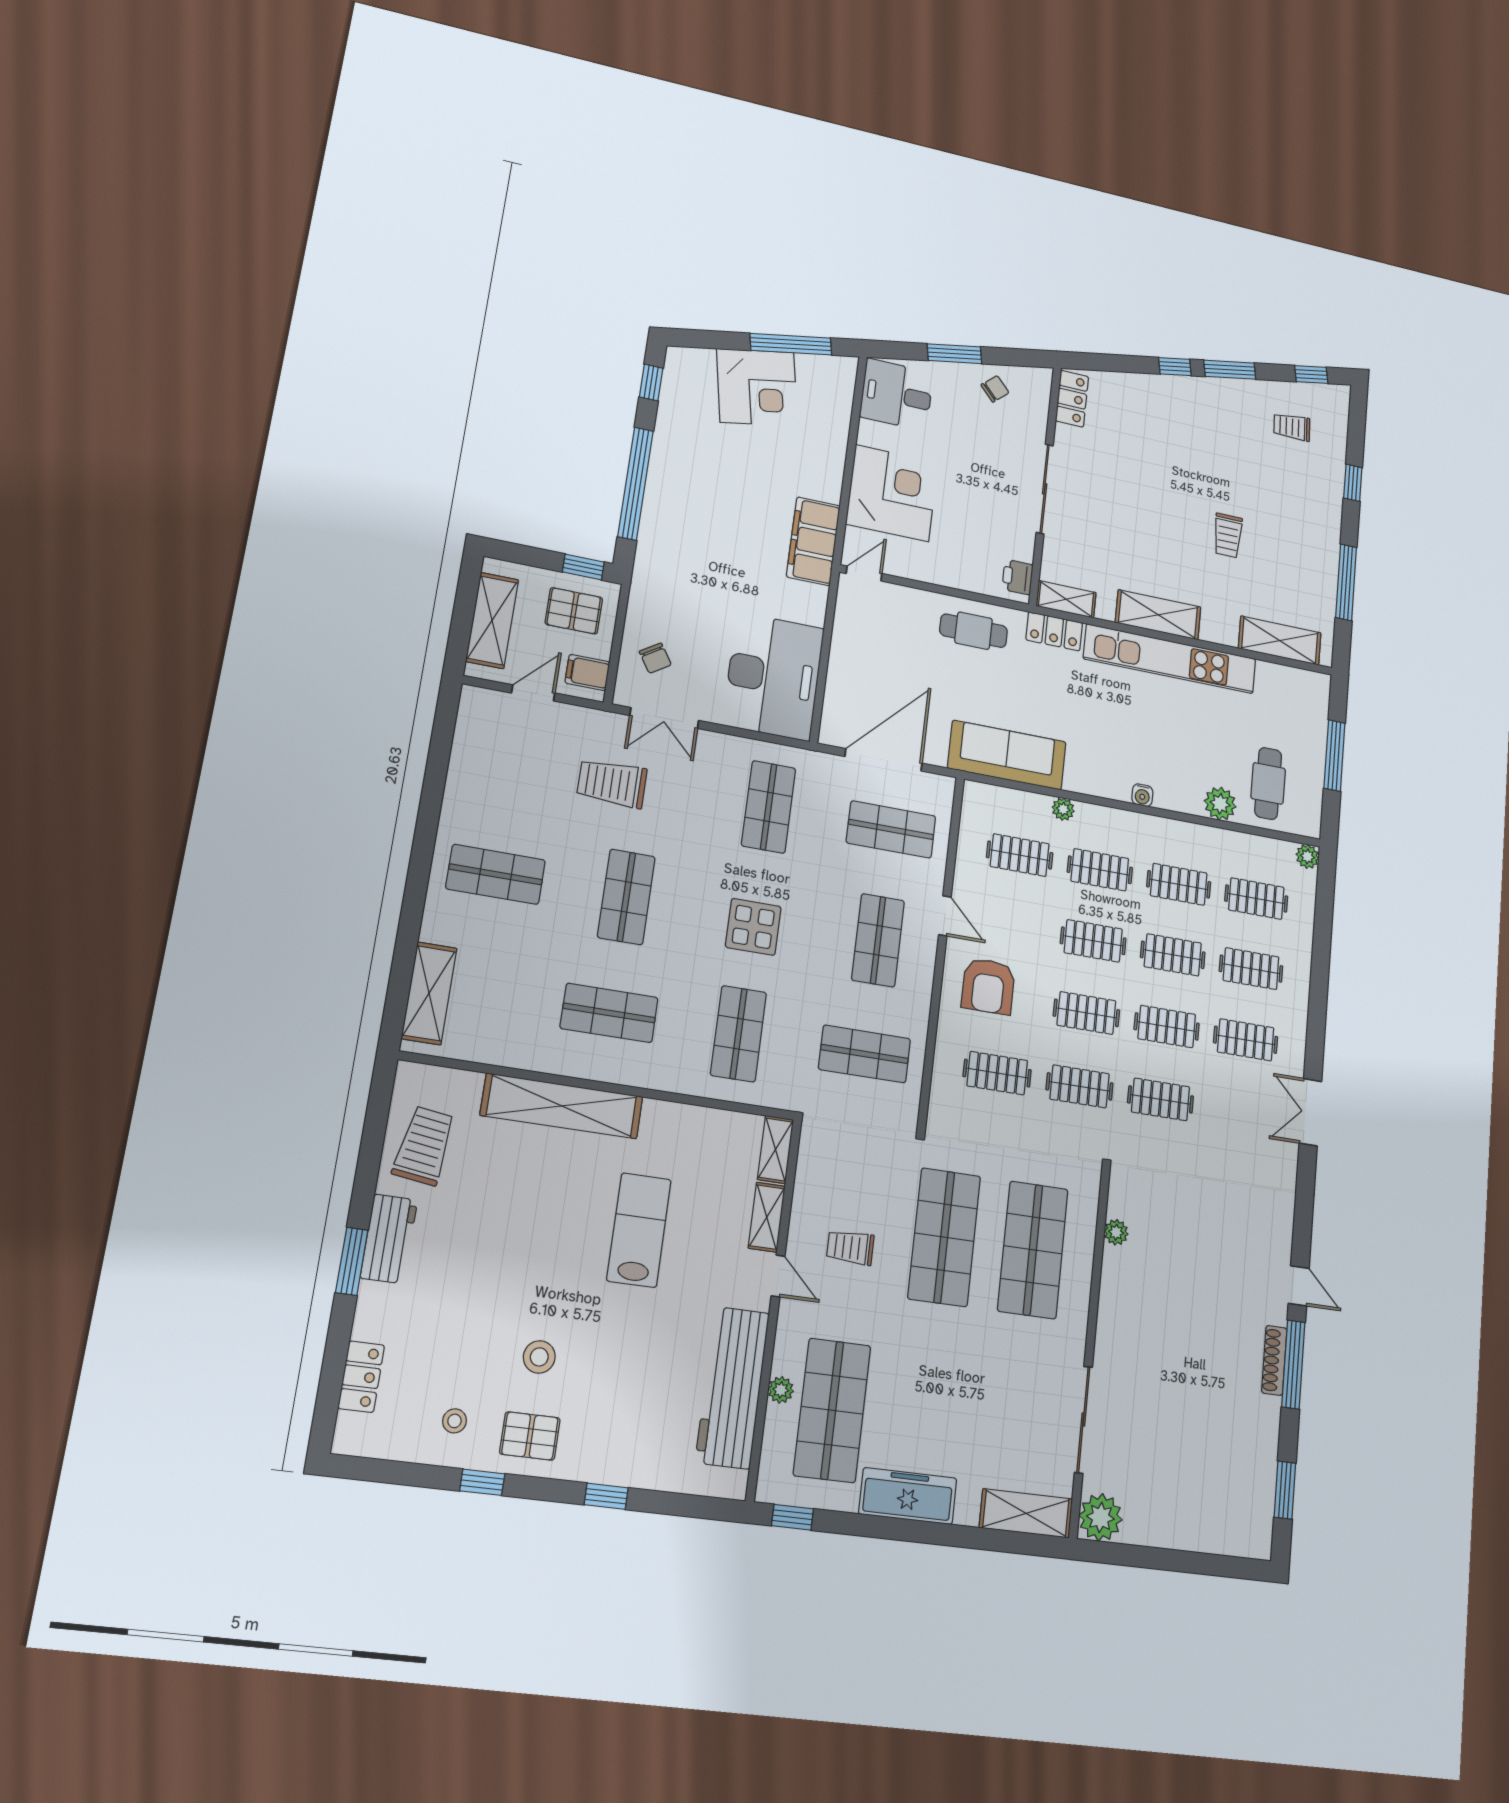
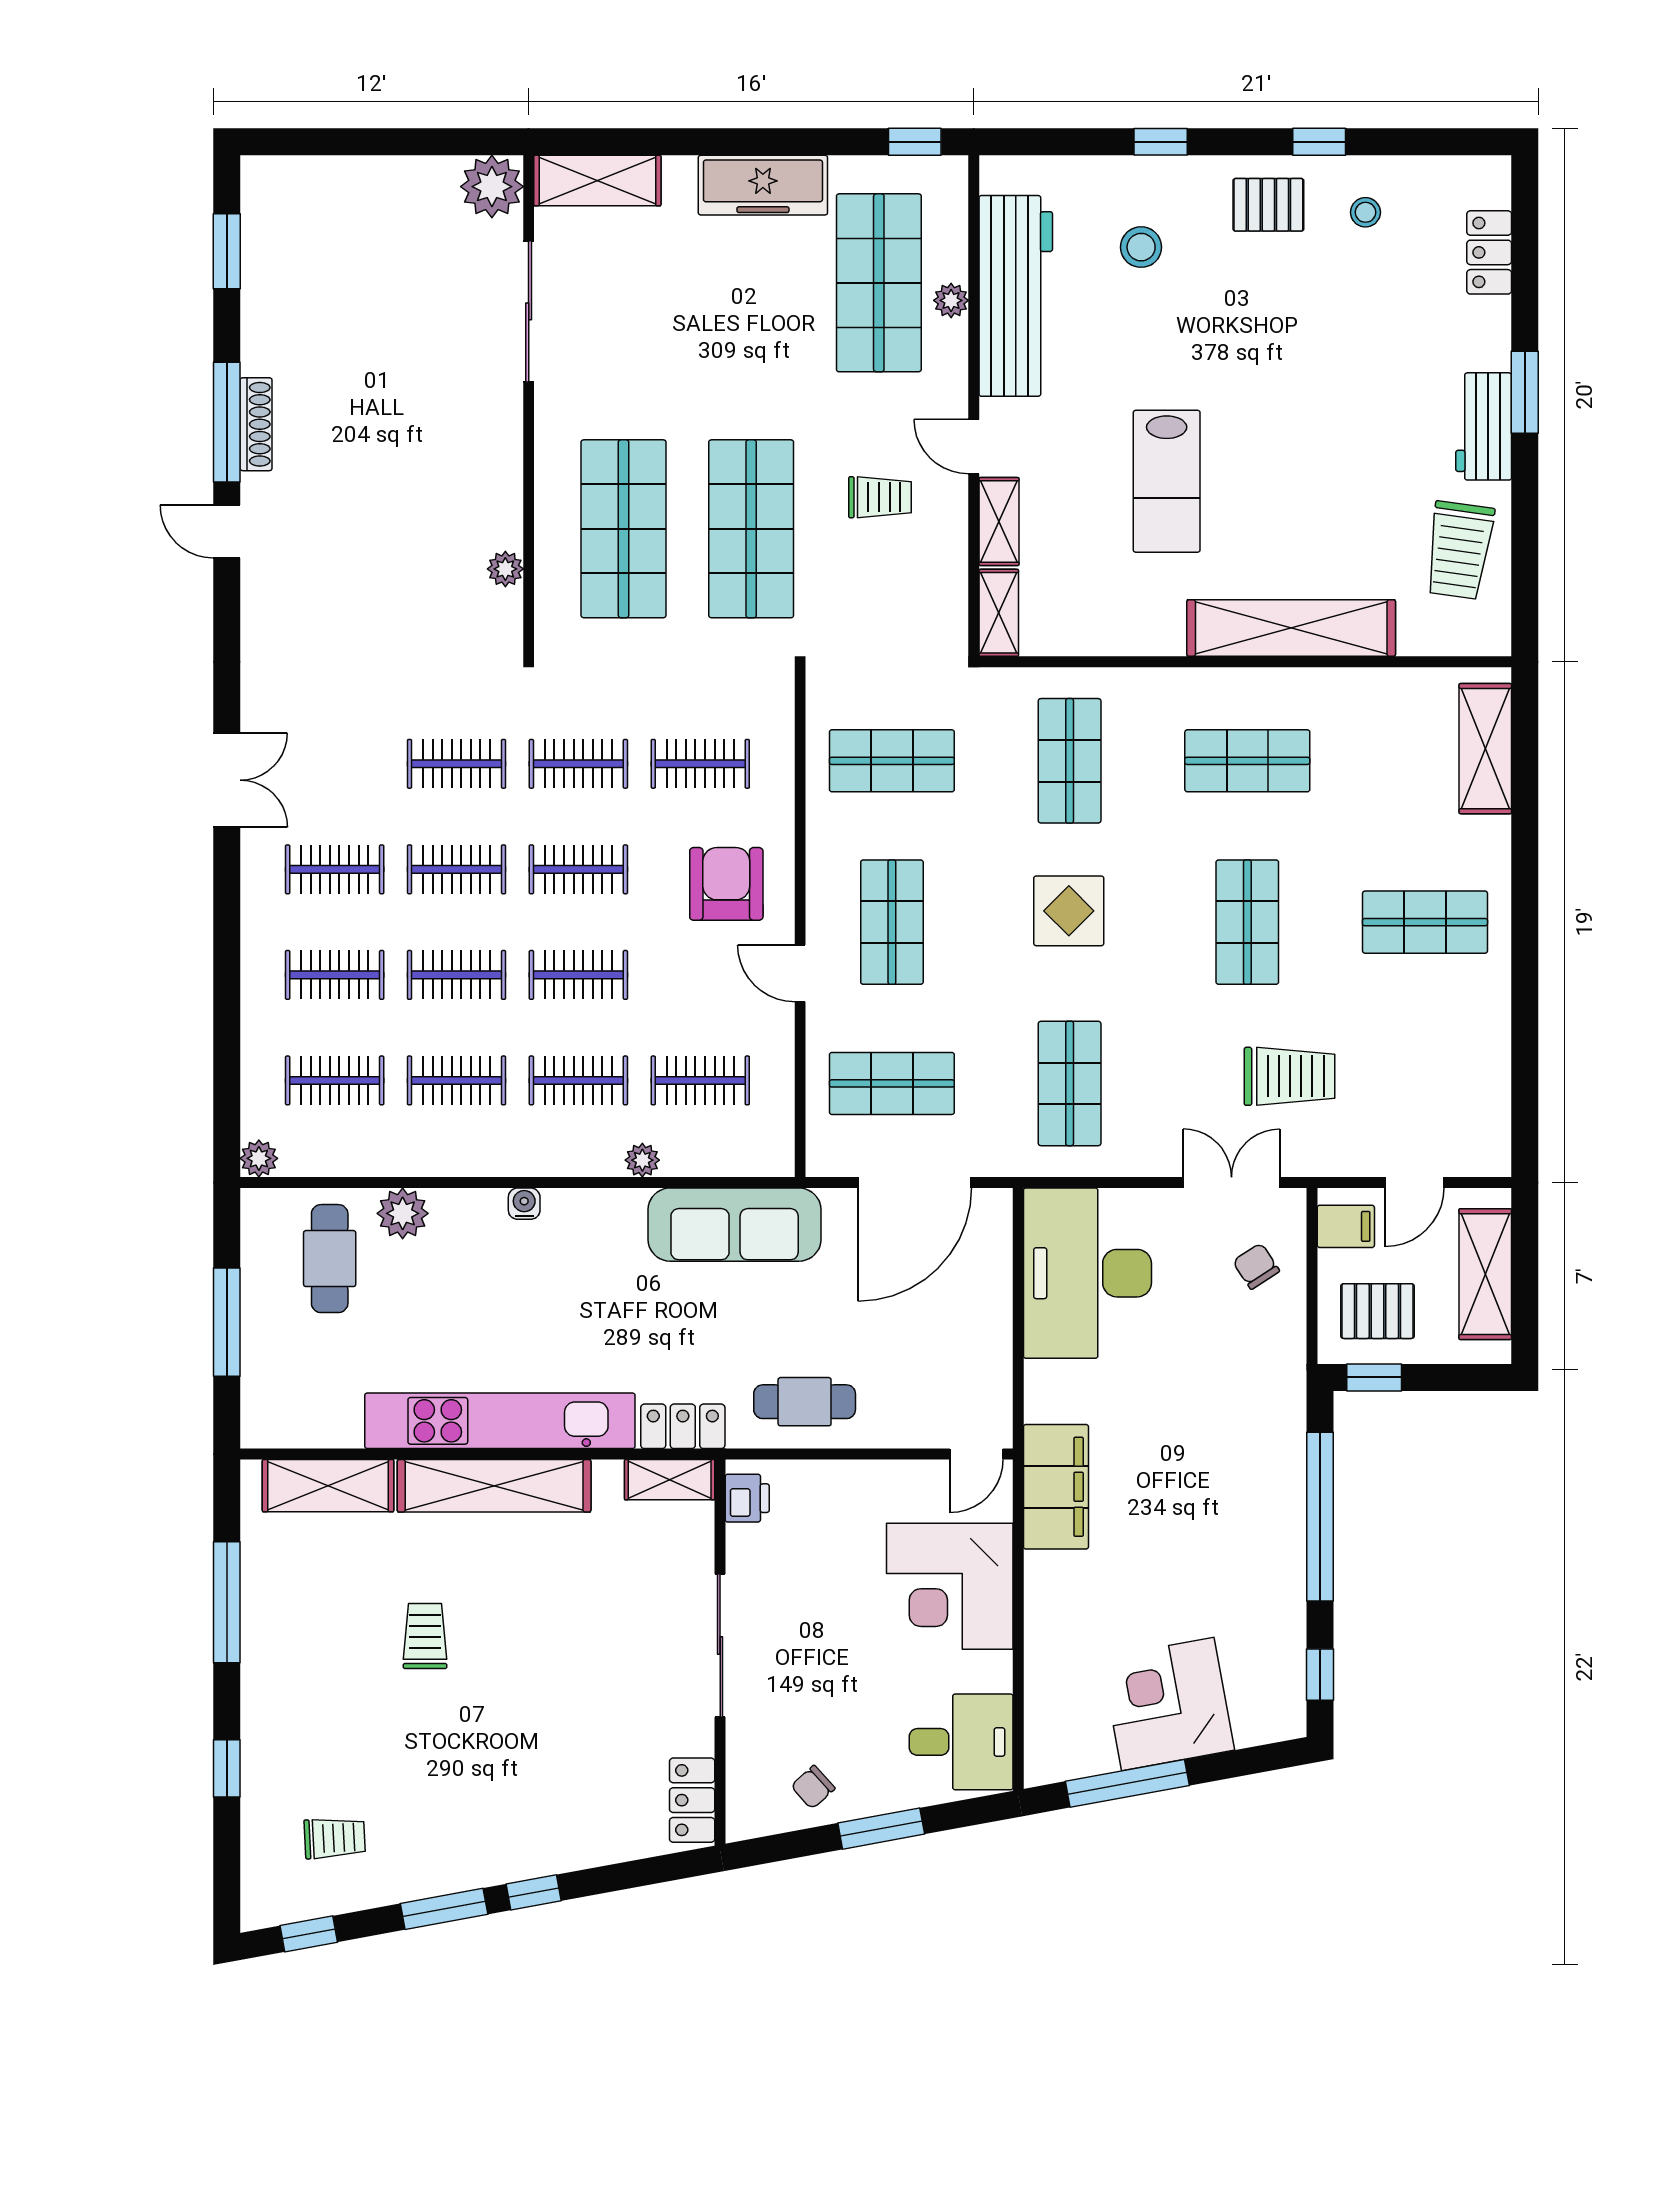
shelving: (1158, 615) -> (494, 1486), width x1.47
stool: (539, 1357) -> (1141, 247), moved

